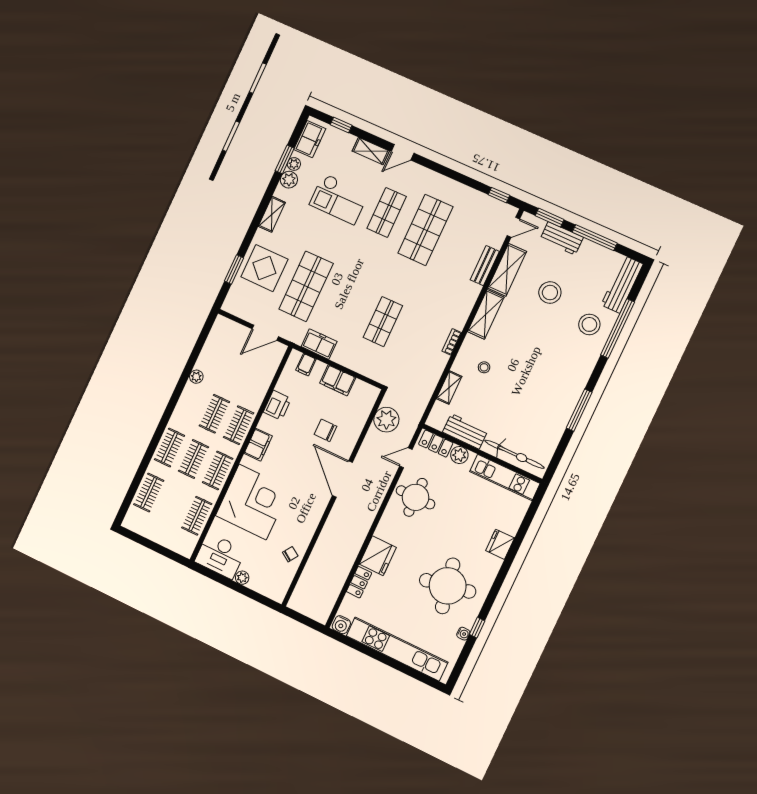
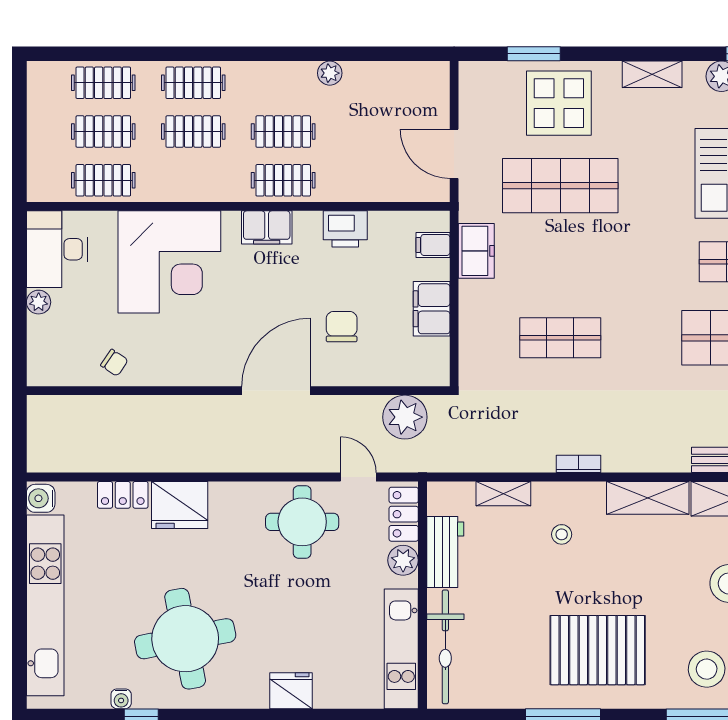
pallet: (553, 376) -> (598, 650), added
clothes rail: (218, 471) -> (103, 132), moved

